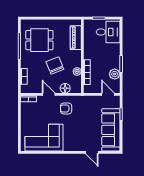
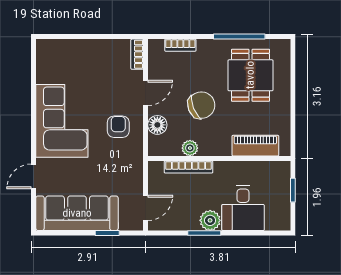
desk: (108, 32) -> (243, 208), moved
plant: (115, 74) -> (210, 220), moved
corner sofa: (44, 138) -> (62, 121), moved

